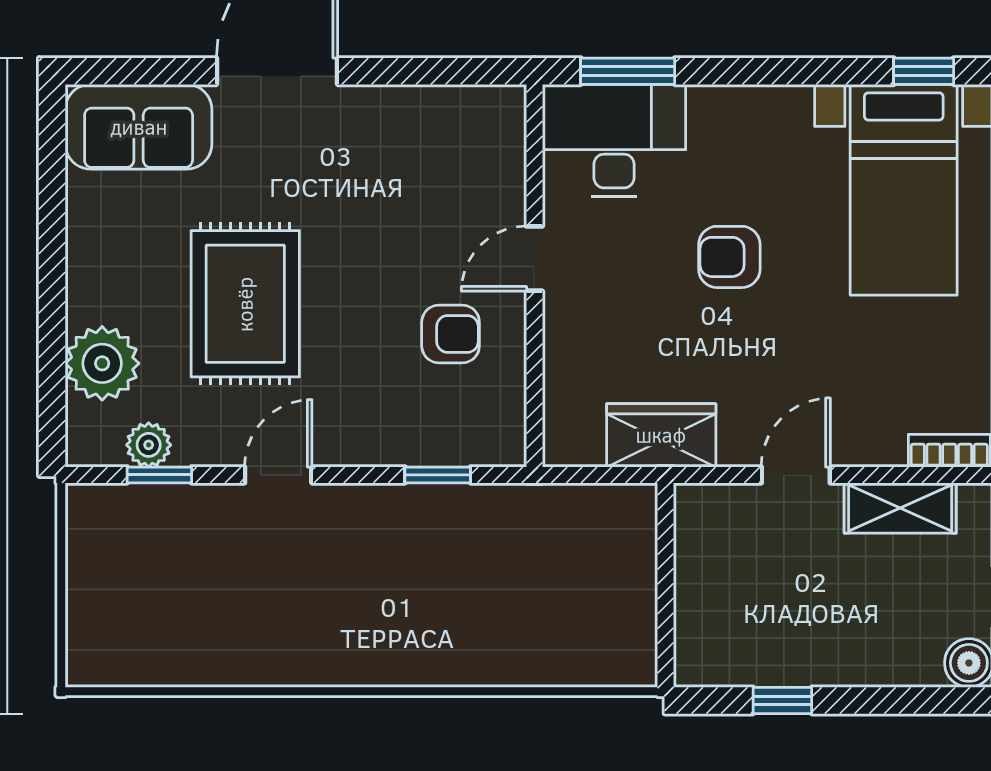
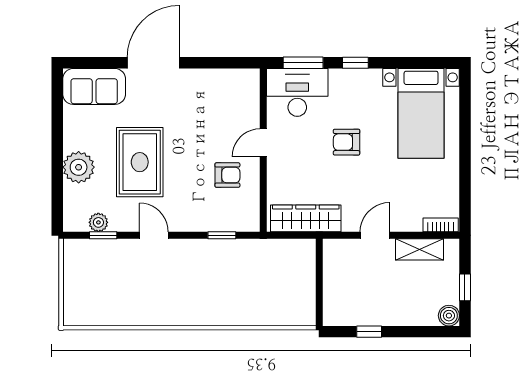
window: (924, 71) -> (355, 63), moved
plant: (102, 363) -> (79, 167), moved
wardrobe: (661, 435) -> (306, 218), width x1.50
door: (278, 475) -> (154, 235), hinge flipped

